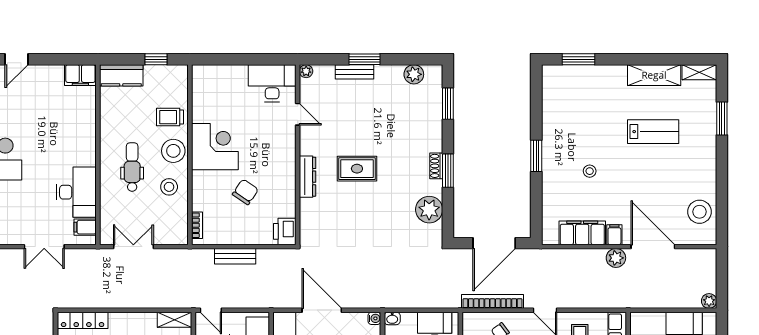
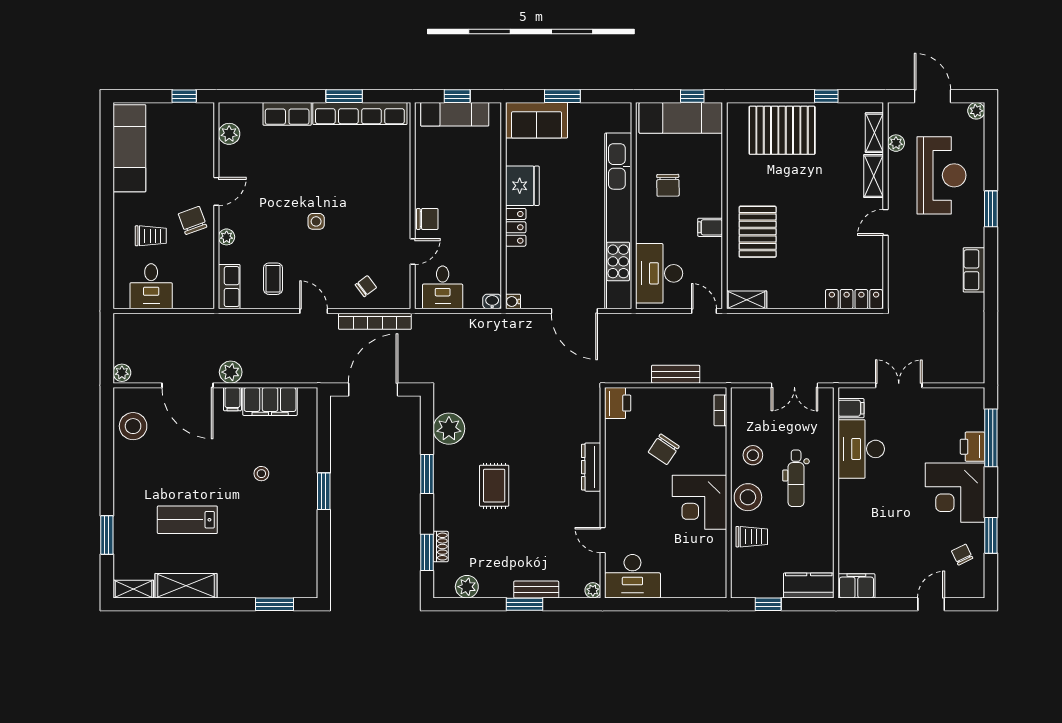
shoe rack: (436, 166) -> (441, 547), moved
rug: (357, 169) -> (494, 486), moved, turned 90
plant: (709, 301) -> (122, 373), moved

